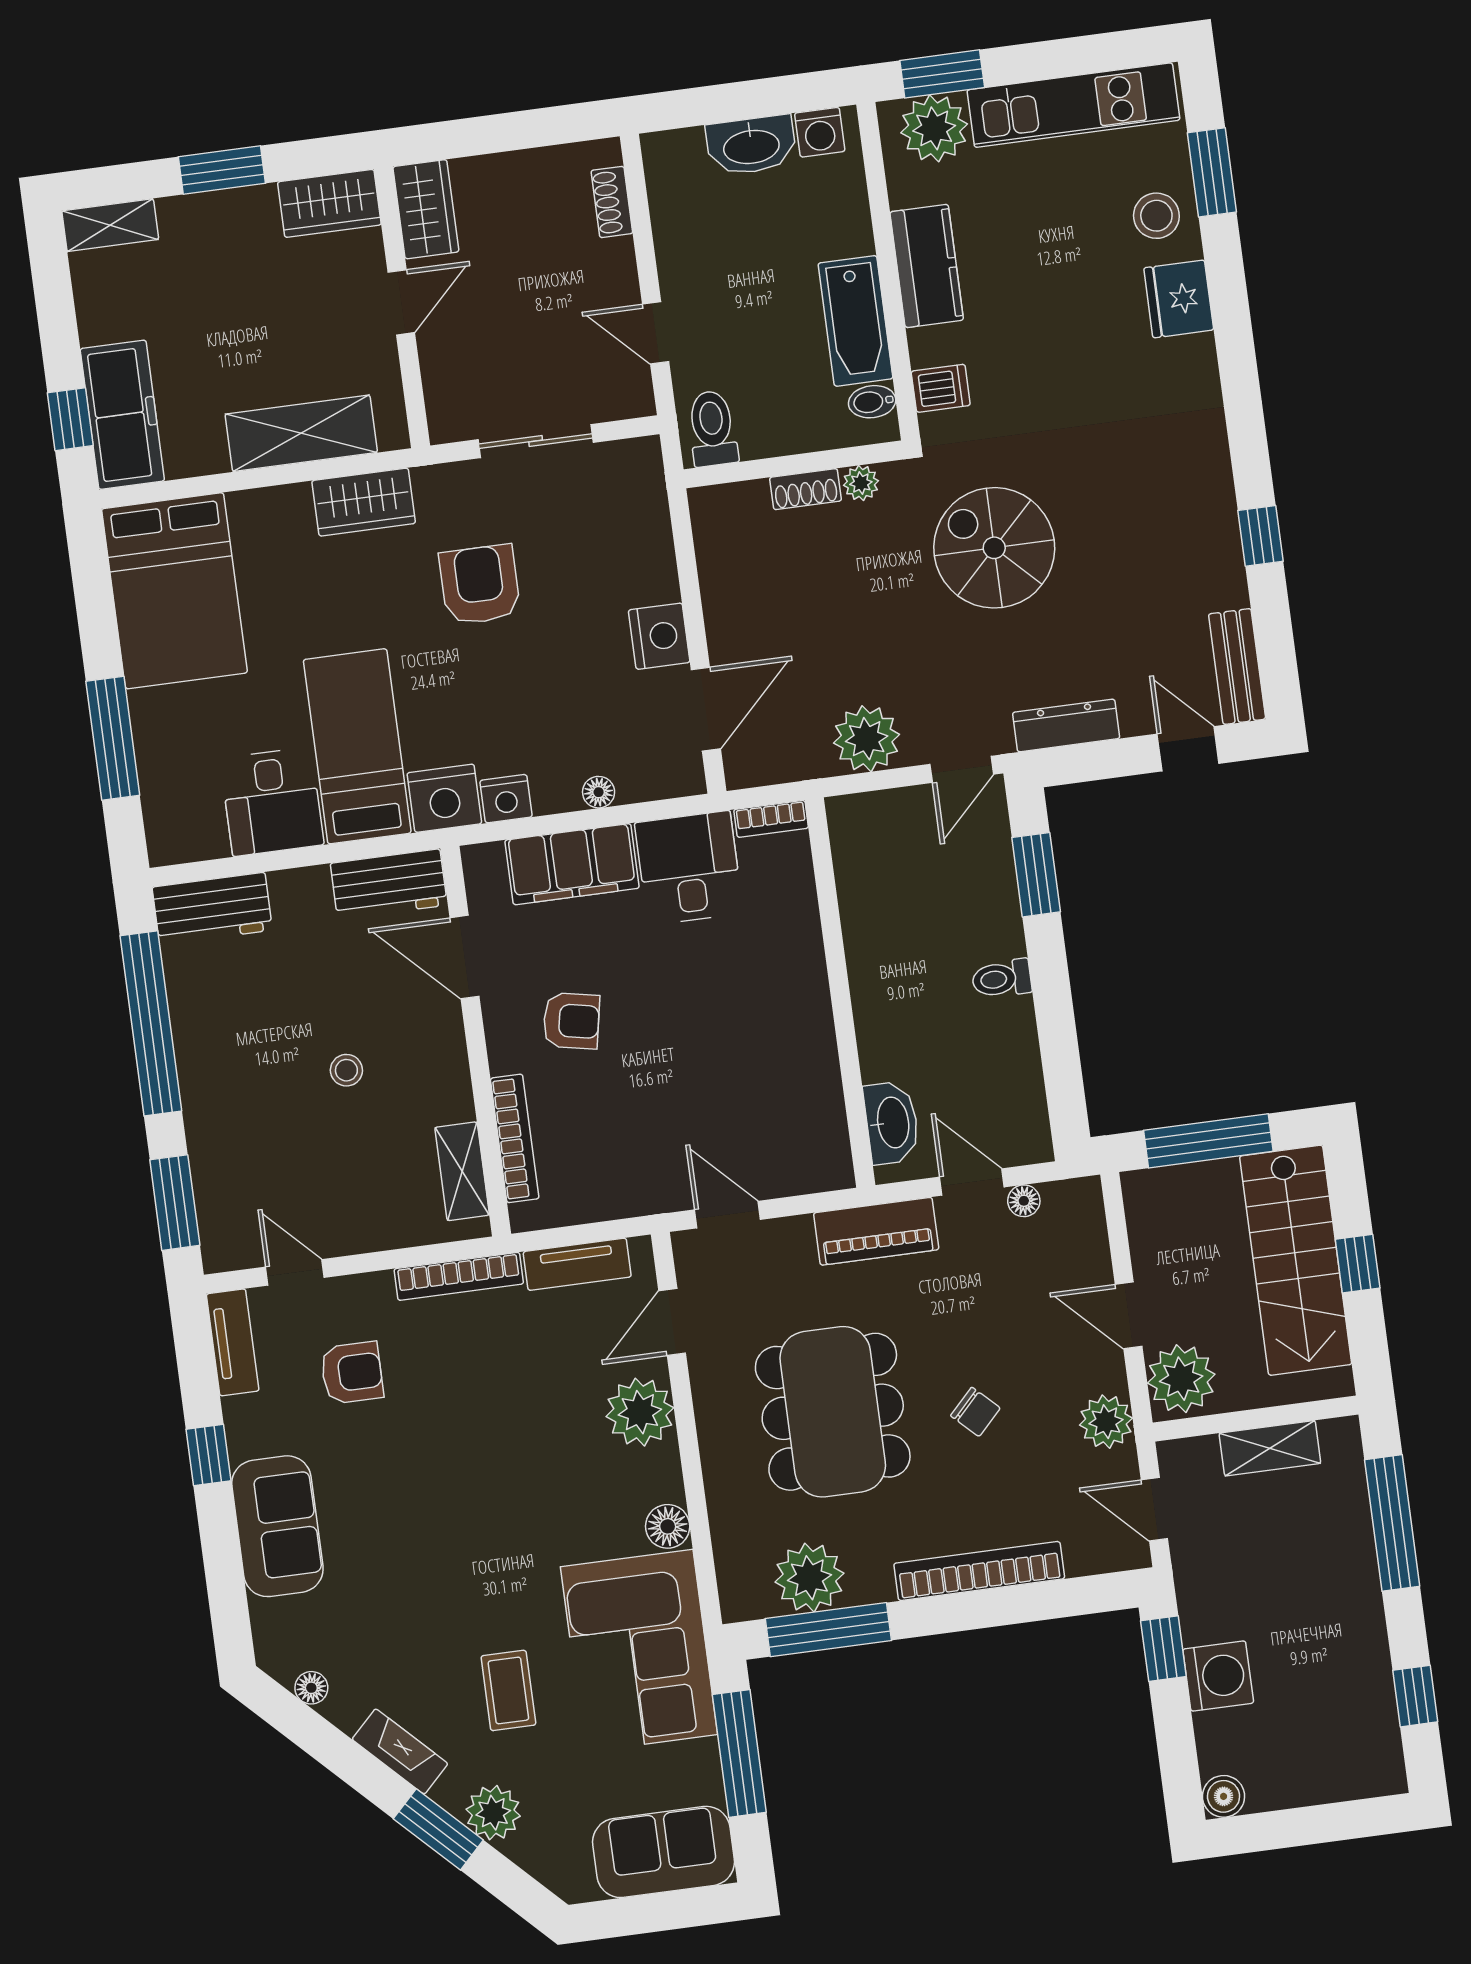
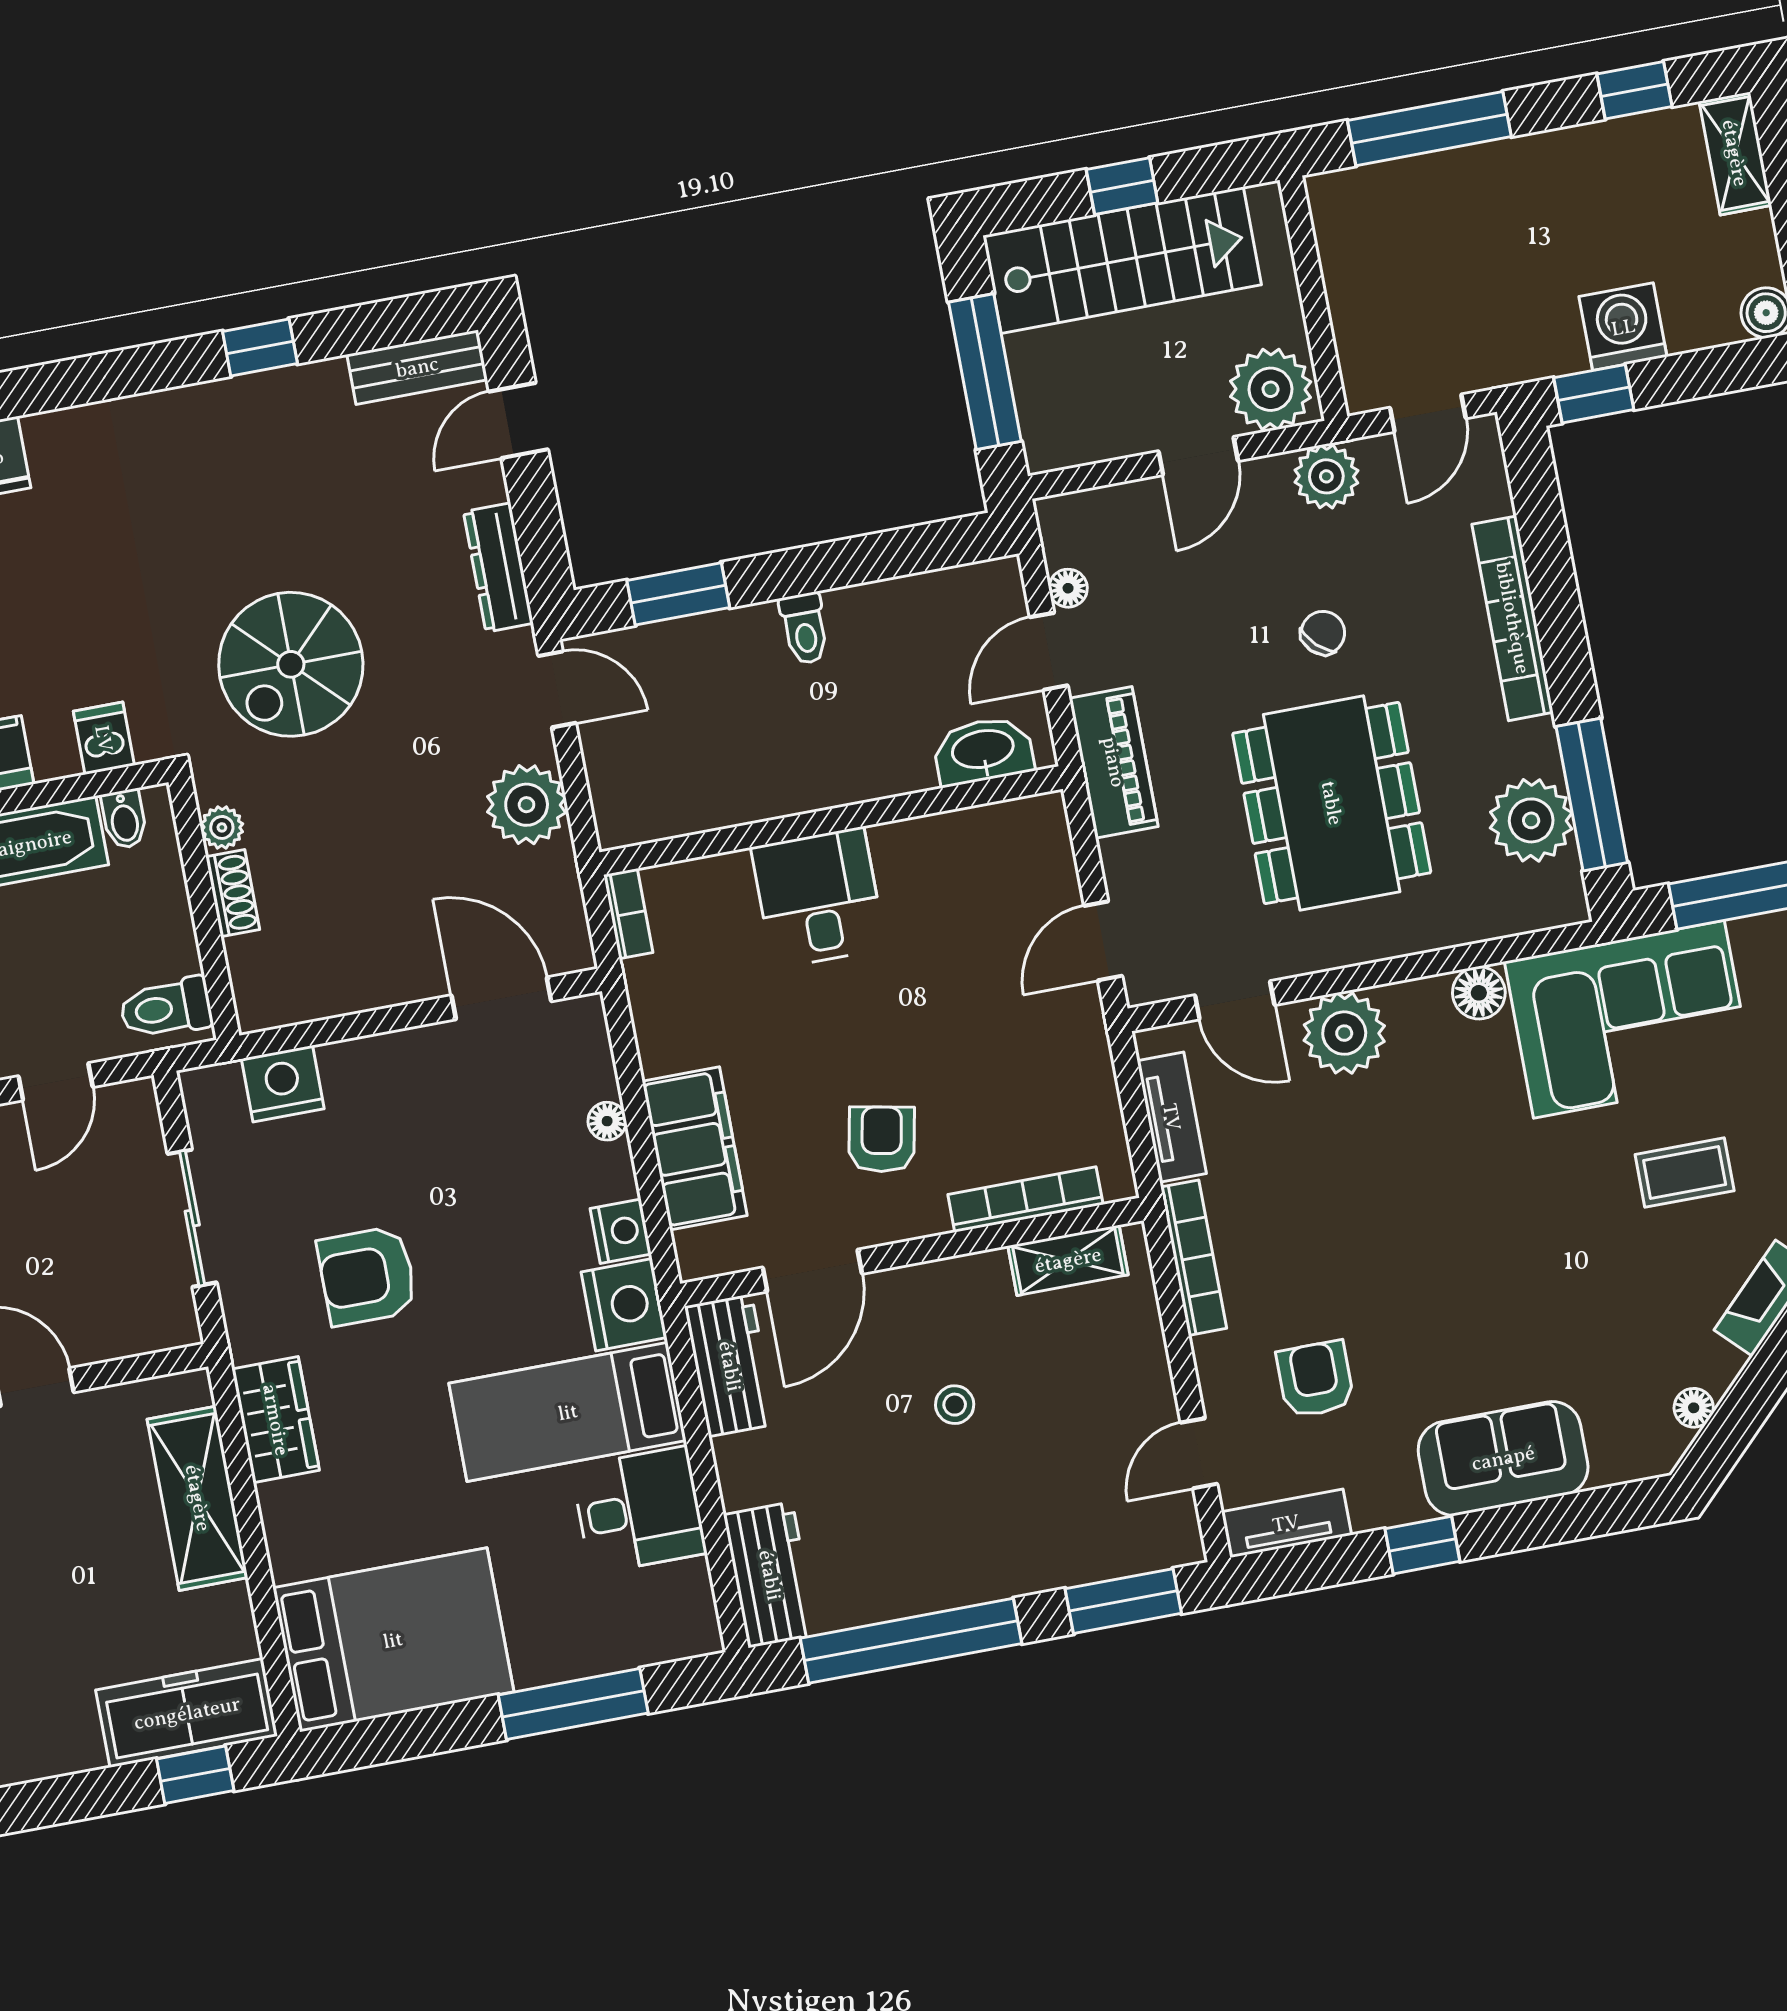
nightstand: (659, 636) -> (283, 1084), moved
desk: (689, 868) -> (819, 898), moved, turned 90
dining table: (833, 1412) -> (1332, 803), turned 90
shelving: (1270, 1448) -> (1735, 153), moved

